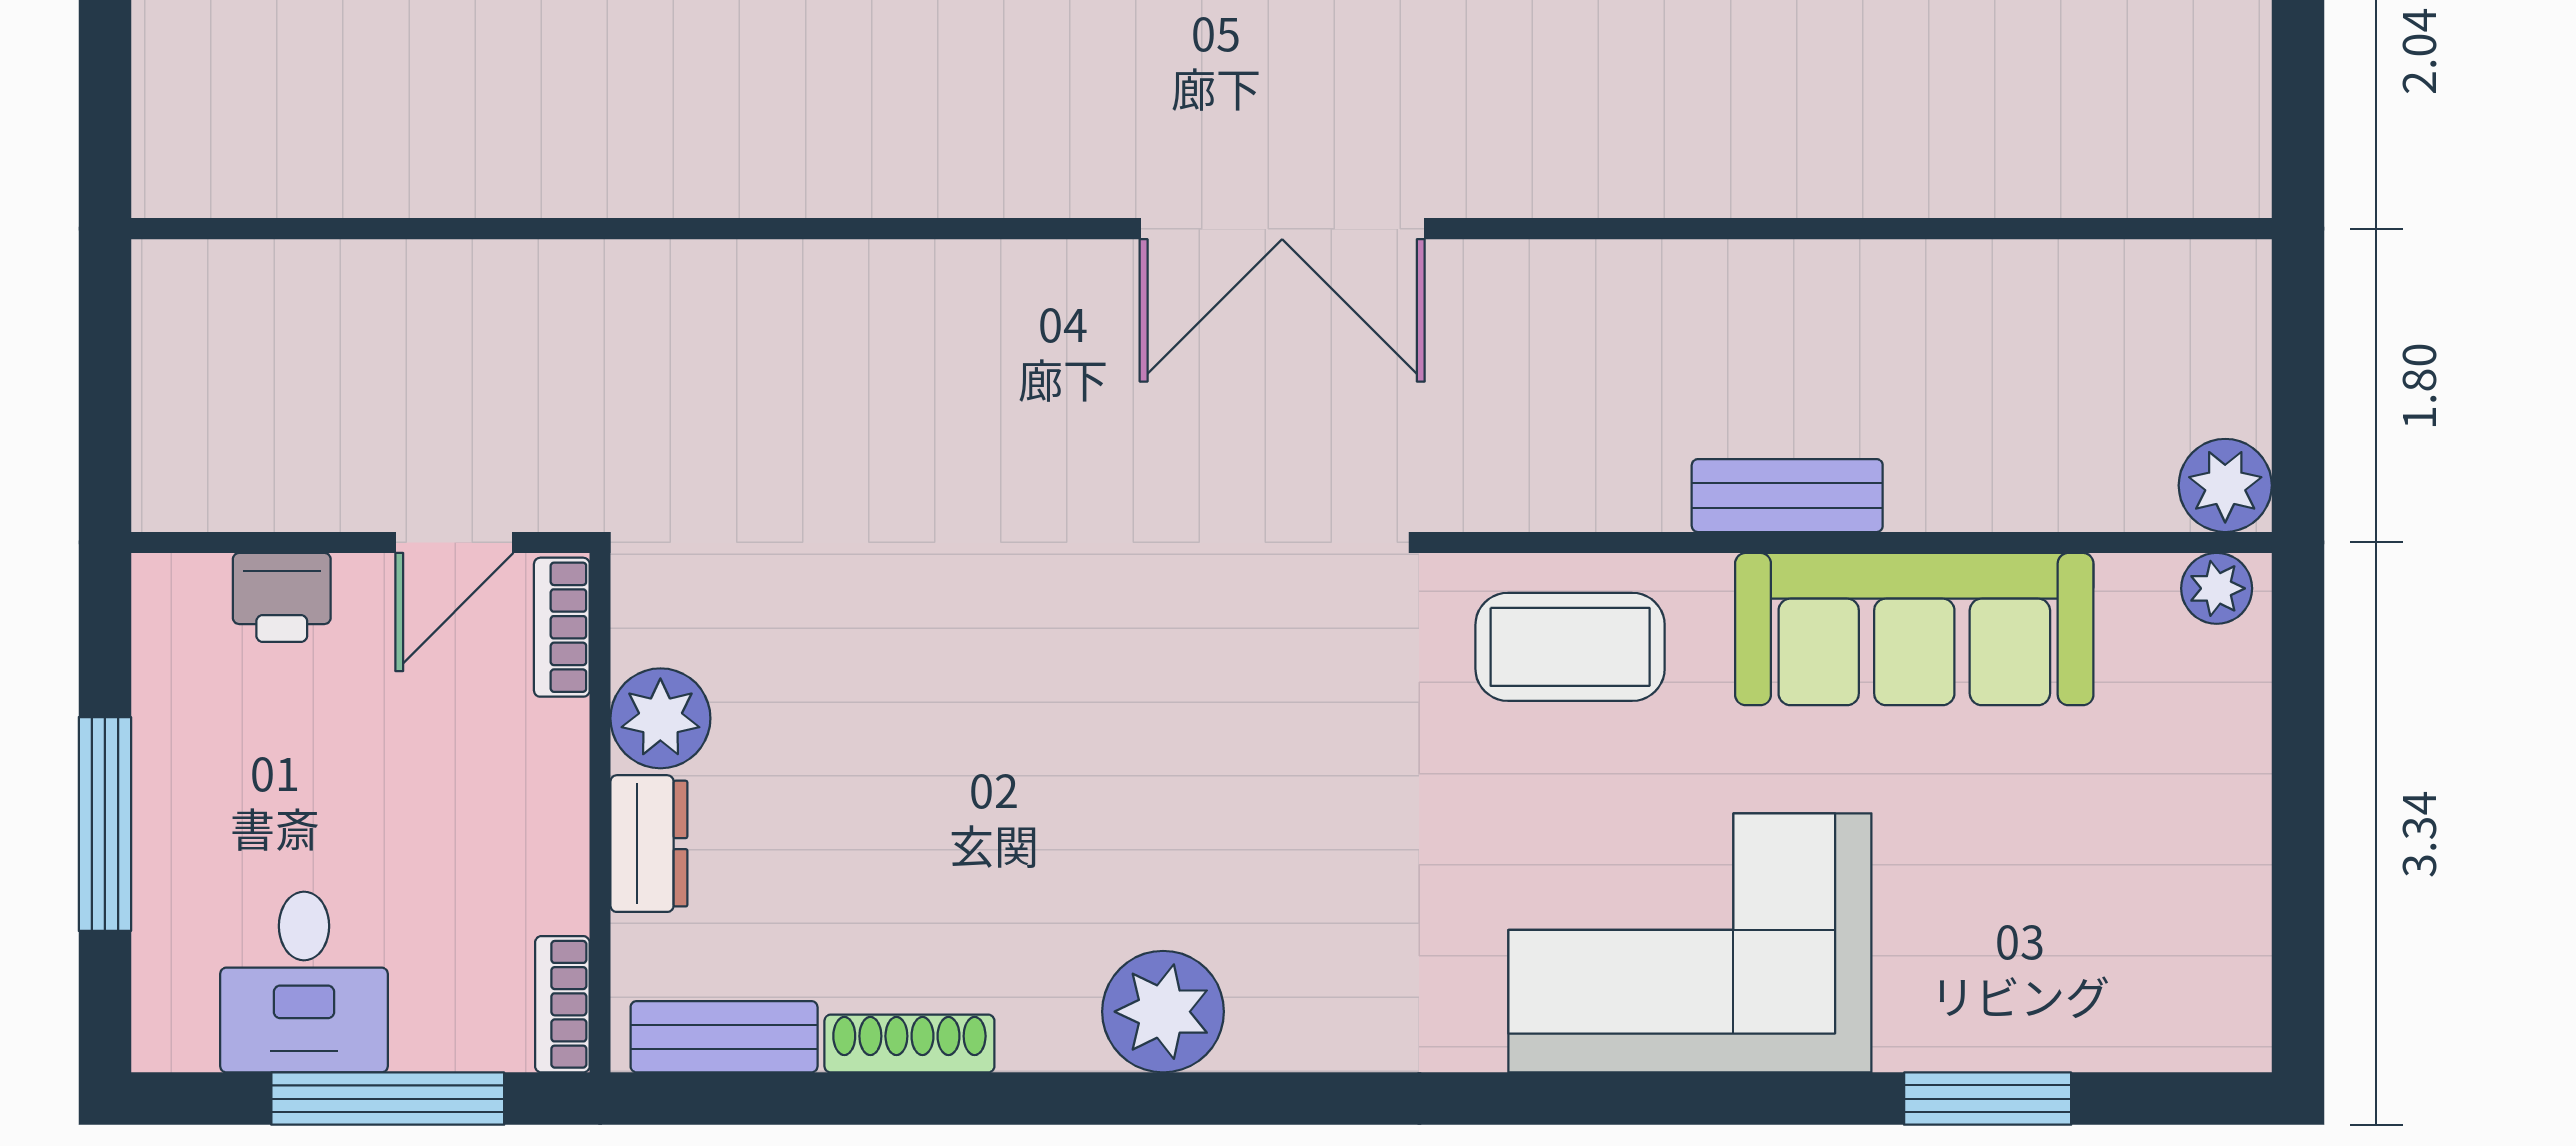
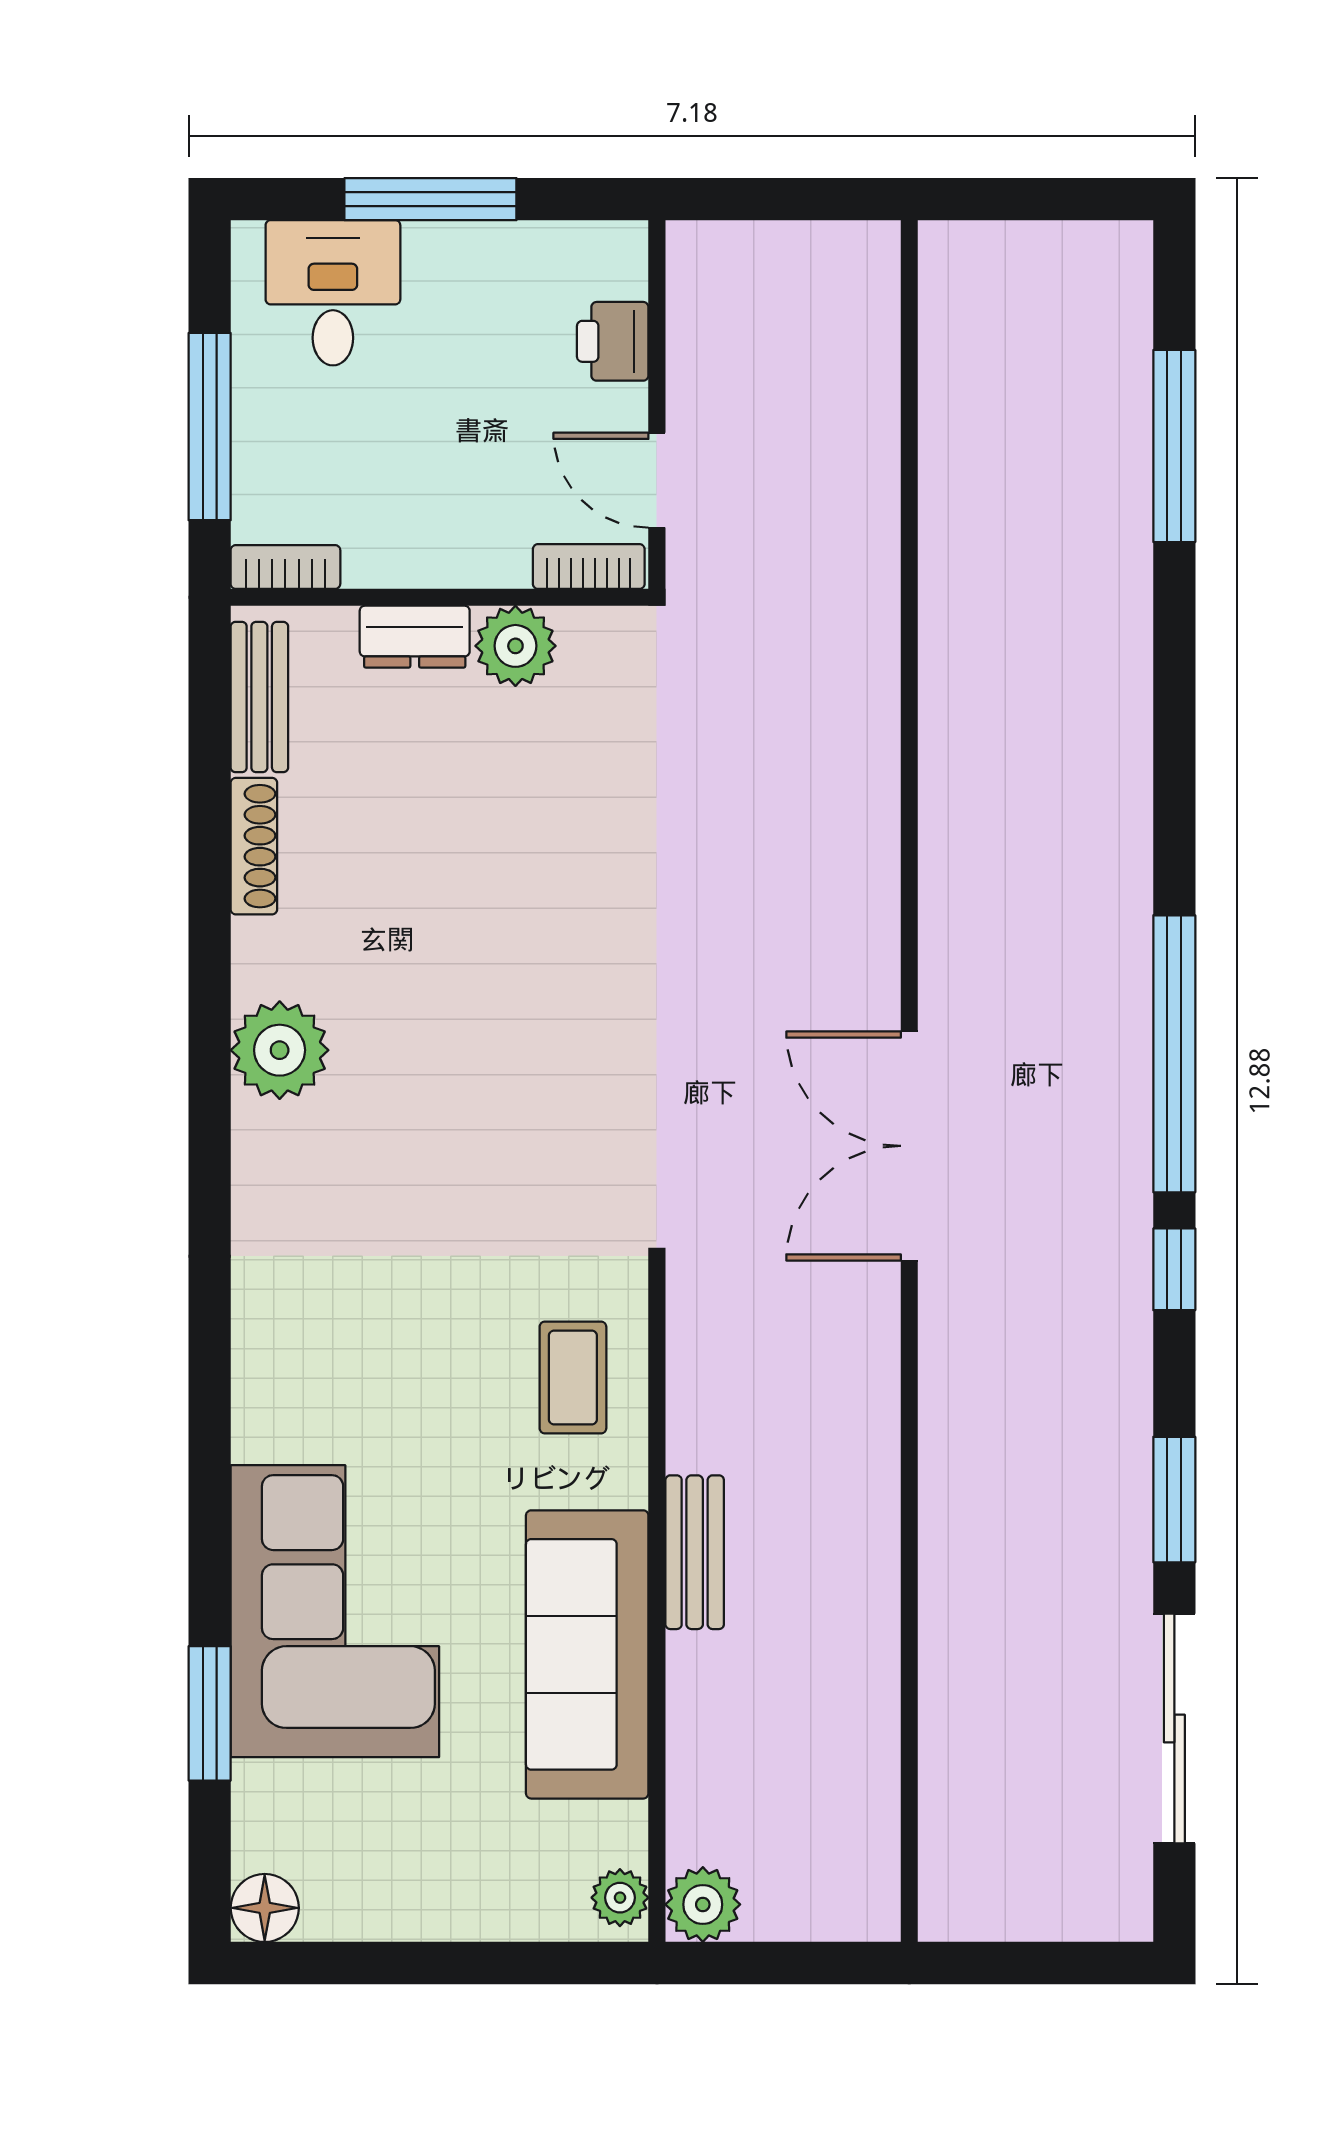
coffee table: (1570, 647) -> (573, 1378), width x0.73, depth x0.77
corner sofa: (1690, 943) -> (335, 1611), moved
desk: (304, 982) -> (333, 293), moved, turned 90
floor lamp: (2229, 1030) -> (265, 1908), added

